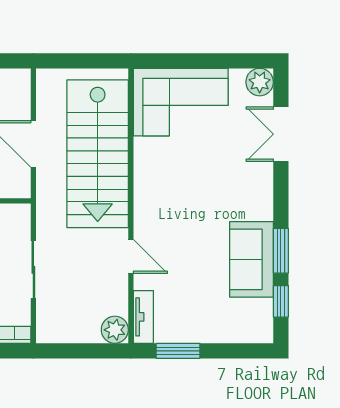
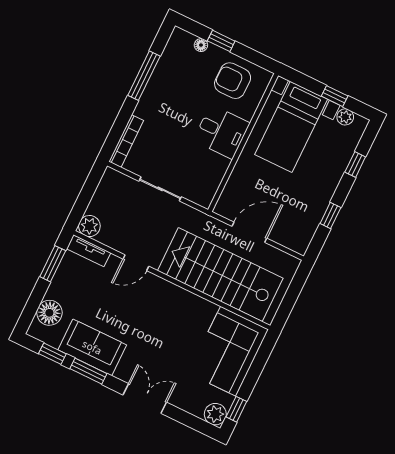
window: (242, 61) -> (236, 409), added
double door: (281, 134) -> (145, 399), moved
floor lamp: (236, 327) -> (49, 313), added

